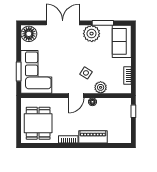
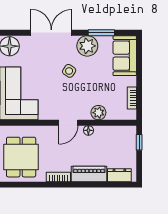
side table: (86, 73) -> (69, 71), moved
dresser: (117, 138) -> (119, 175), added

